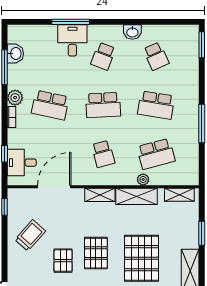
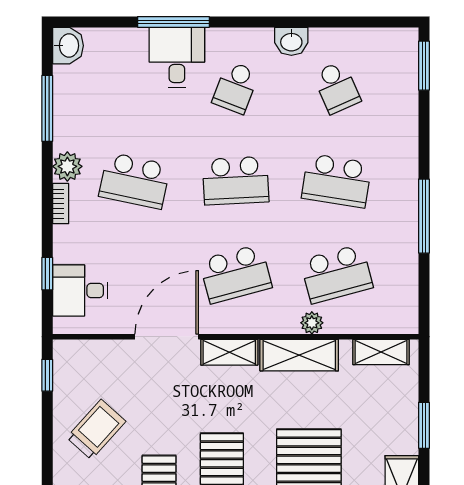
washbasin: (15, 54) -> (68, 46), moved
school desk: (103, 154) -> (236, 274), width x1.85
door: (54, 187) -> (167, 337), moved

